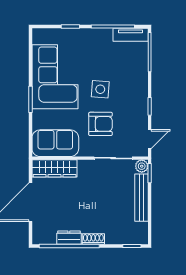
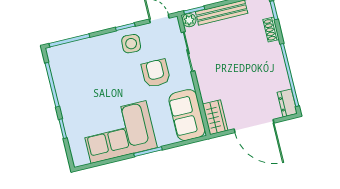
tv unit: (131, 35) -> (56, 64), removed
side table: (100, 89) -> (131, 44), moved
wardrobe: (55, 168) -> (215, 117), width x0.67
dresser: (69, 238) -> (287, 103), moved
shoe rack: (93, 239) -> (271, 29), moved

